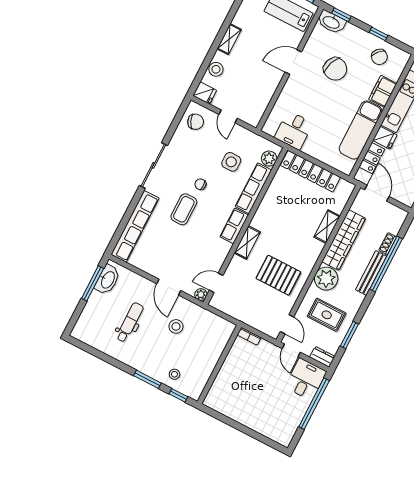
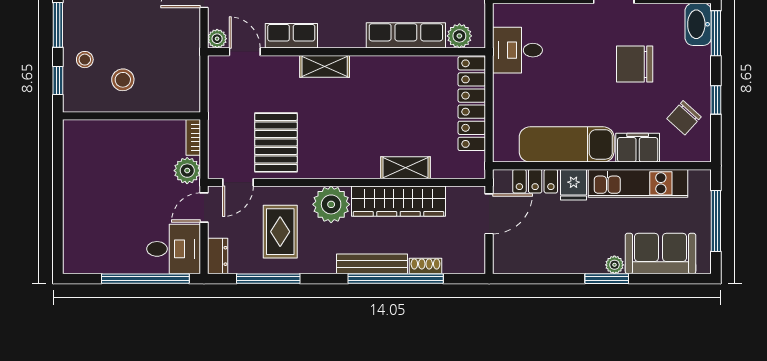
window: (341, 15) -> (716, 33), width x1.50
chair: (335, 69) -> (635, 64), turned 69
row of seats: (234, 226) -> (291, 36), moved
pallet: (278, 275) -> (276, 142), moved
stool: (176, 326) -> (123, 80), moved
window: (349, 335) -> (268, 279), width x1.44
plant: (266, 349) -> (187, 171), added

